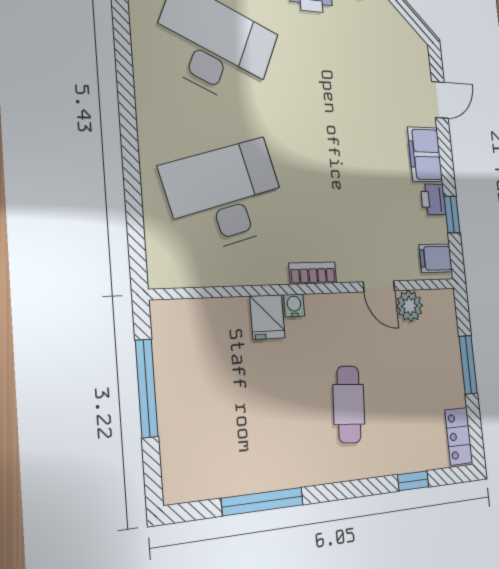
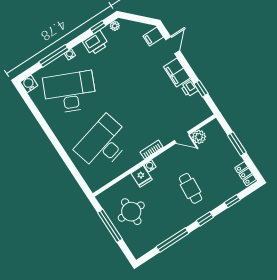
filing cabinet: (436, 258) -> (153, 36), moved
round table: (209, 383) -> (131, 212), added
window: (347, 490) -> (205, 219), added

